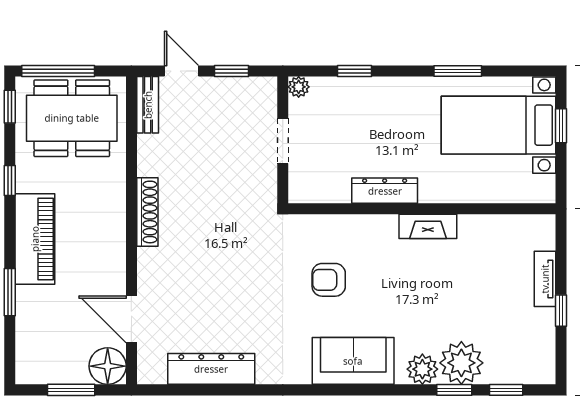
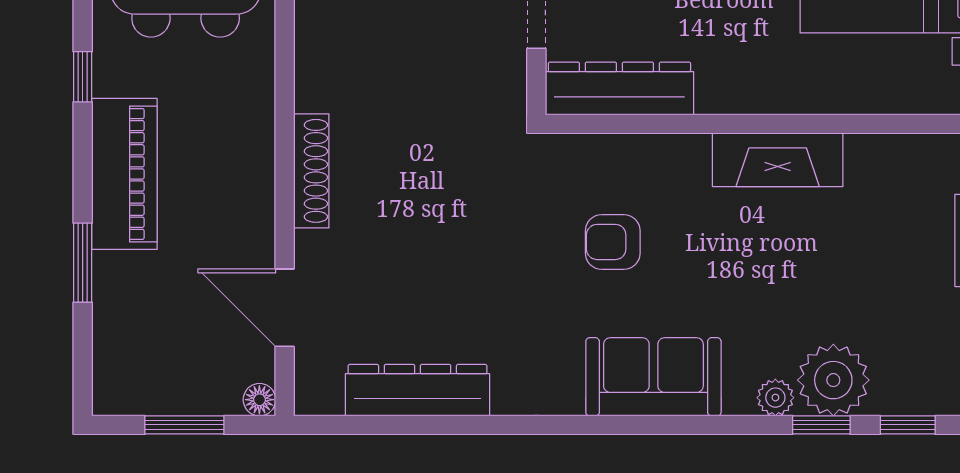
dresser: (385, 191) -> (619, 89), moved, width x1.37, depth x1.24
shoe rack: (147, 212) -> (311, 171), moved
fireplace: (428, 226) -> (778, 160), width x1.37, depth x1.32
floor lamp: (108, 366) -> (259, 400), width x0.53, depth x0.53
plant: (422, 369) -> (775, 398), width x0.73, depth x0.73

